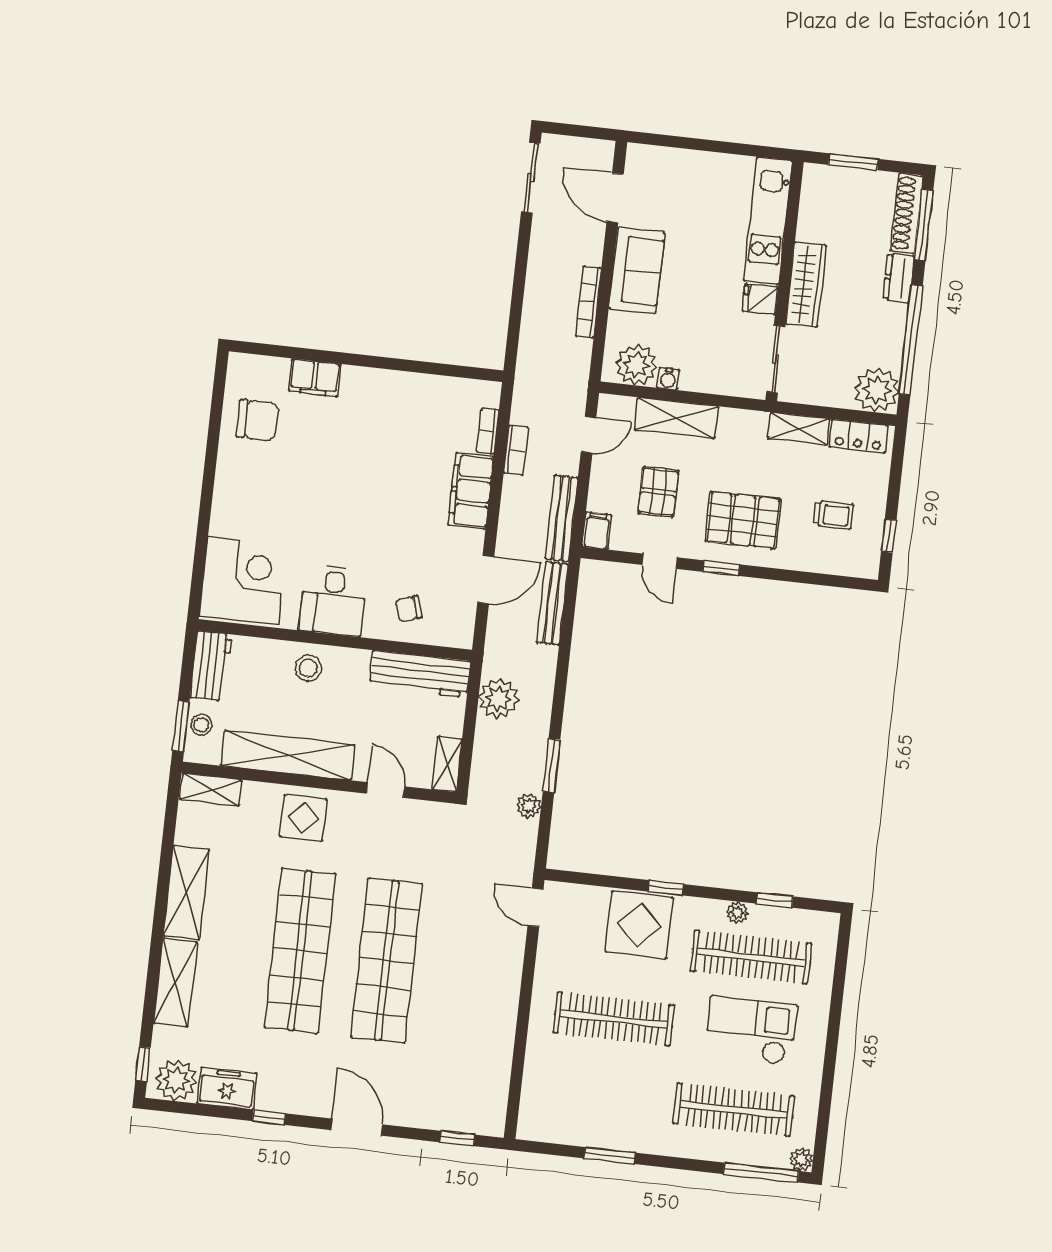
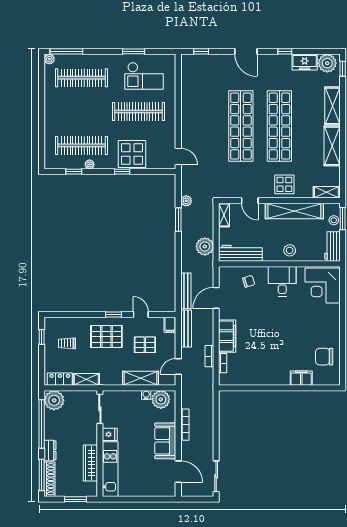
wardrobe: (806, 285) -> (90, 463), moved
pallet: (658, 492) -> (145, 345), turned 90
checkout: (751, 1030) -> (144, 76), moved

